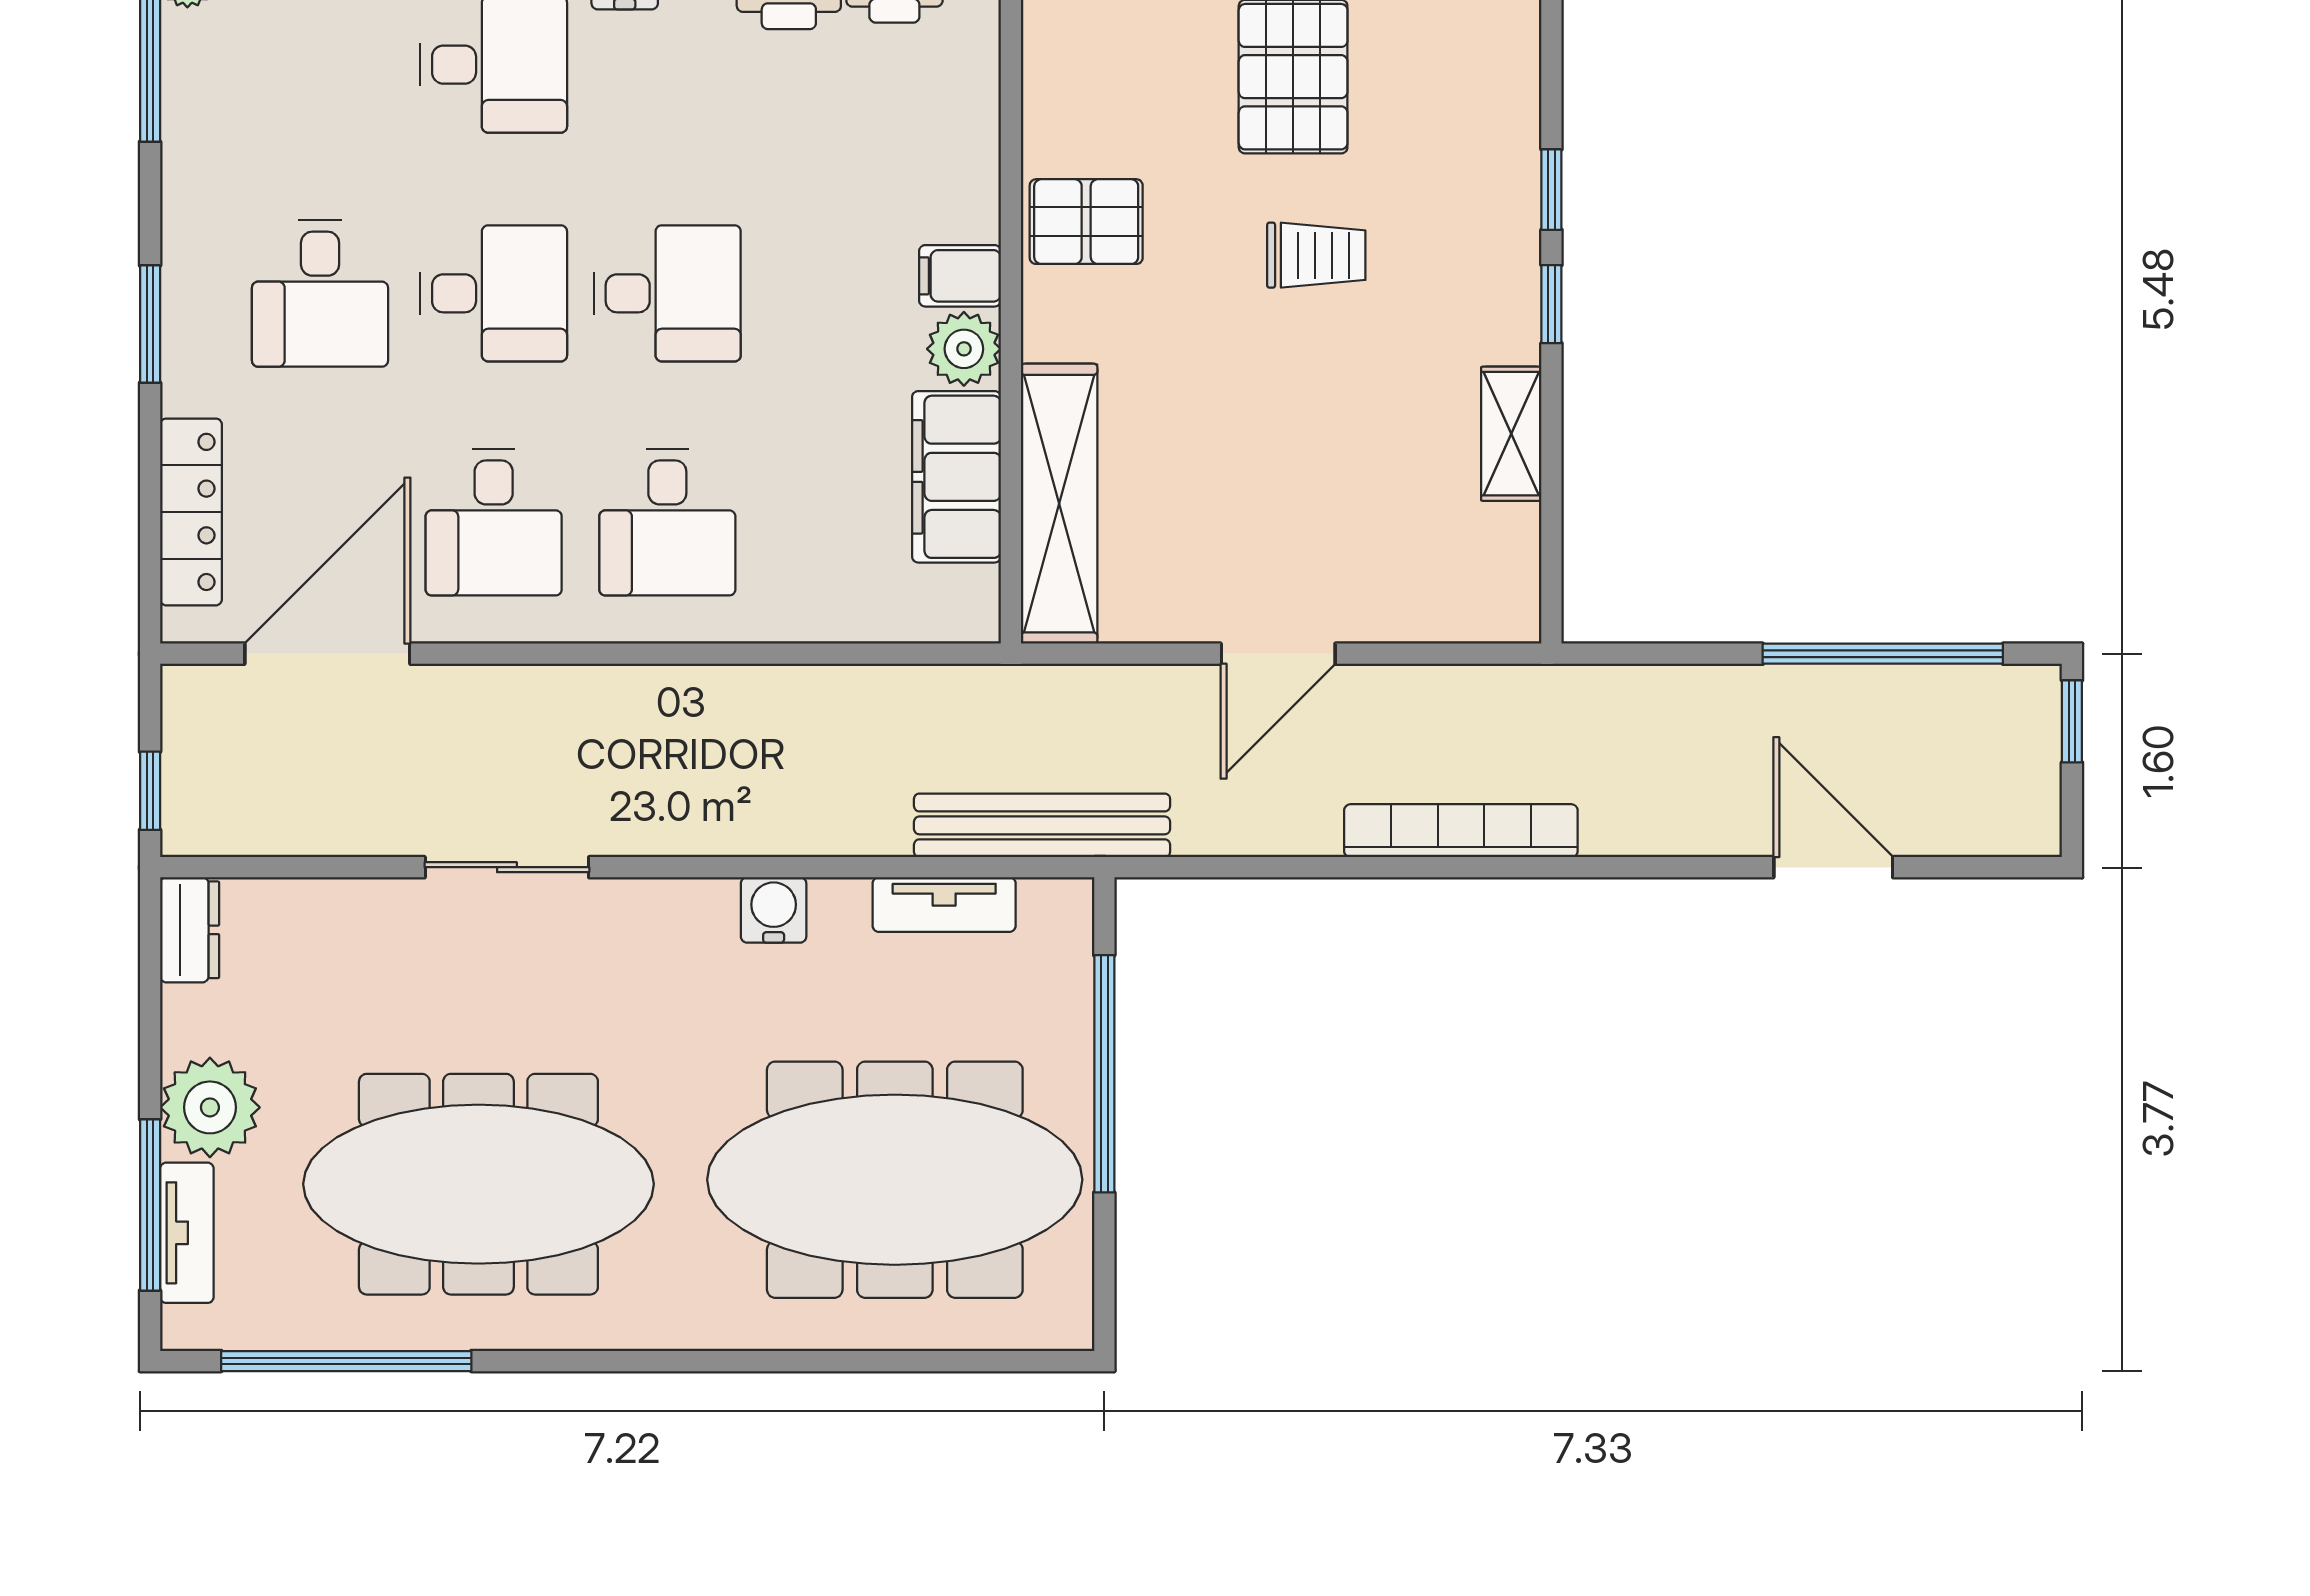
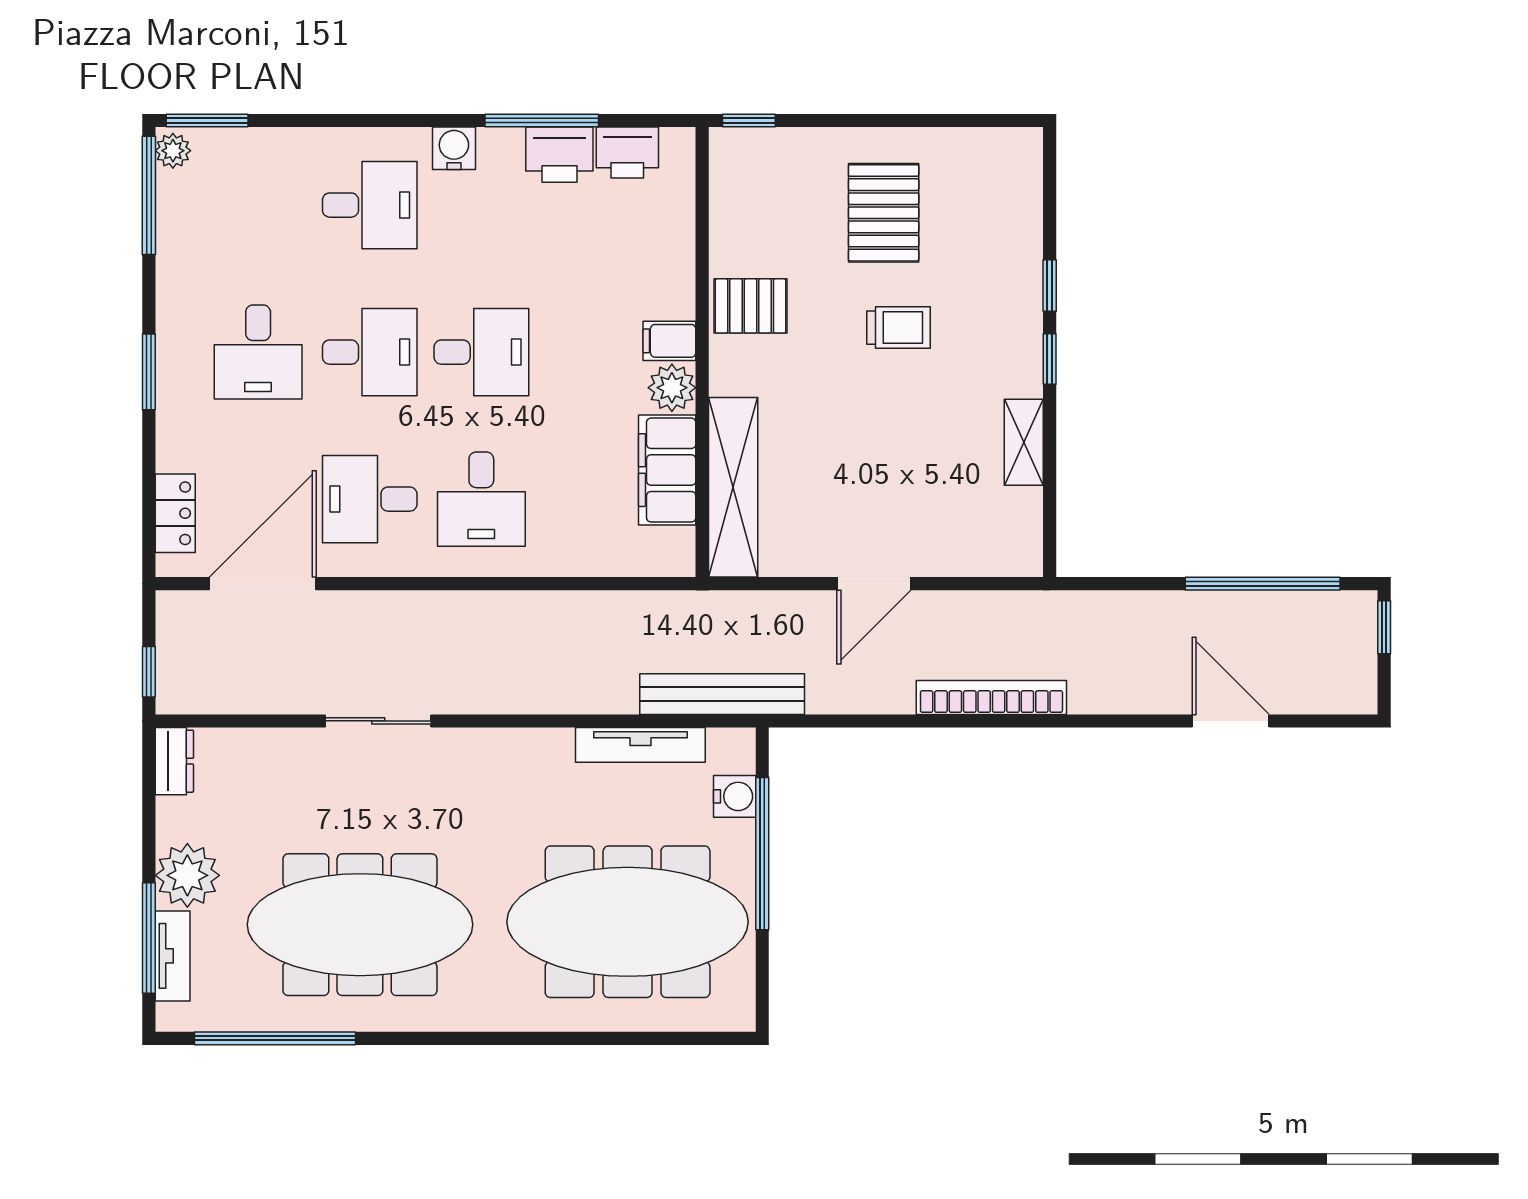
locker: (191, 512) -> (175, 513), width x0.66
desk: (494, 522) -> (370, 499), turned 90
tv unit: (944, 905) -> (640, 745), width x1.41
water cooler: (774, 910) -> (735, 796), moved, turned 90

